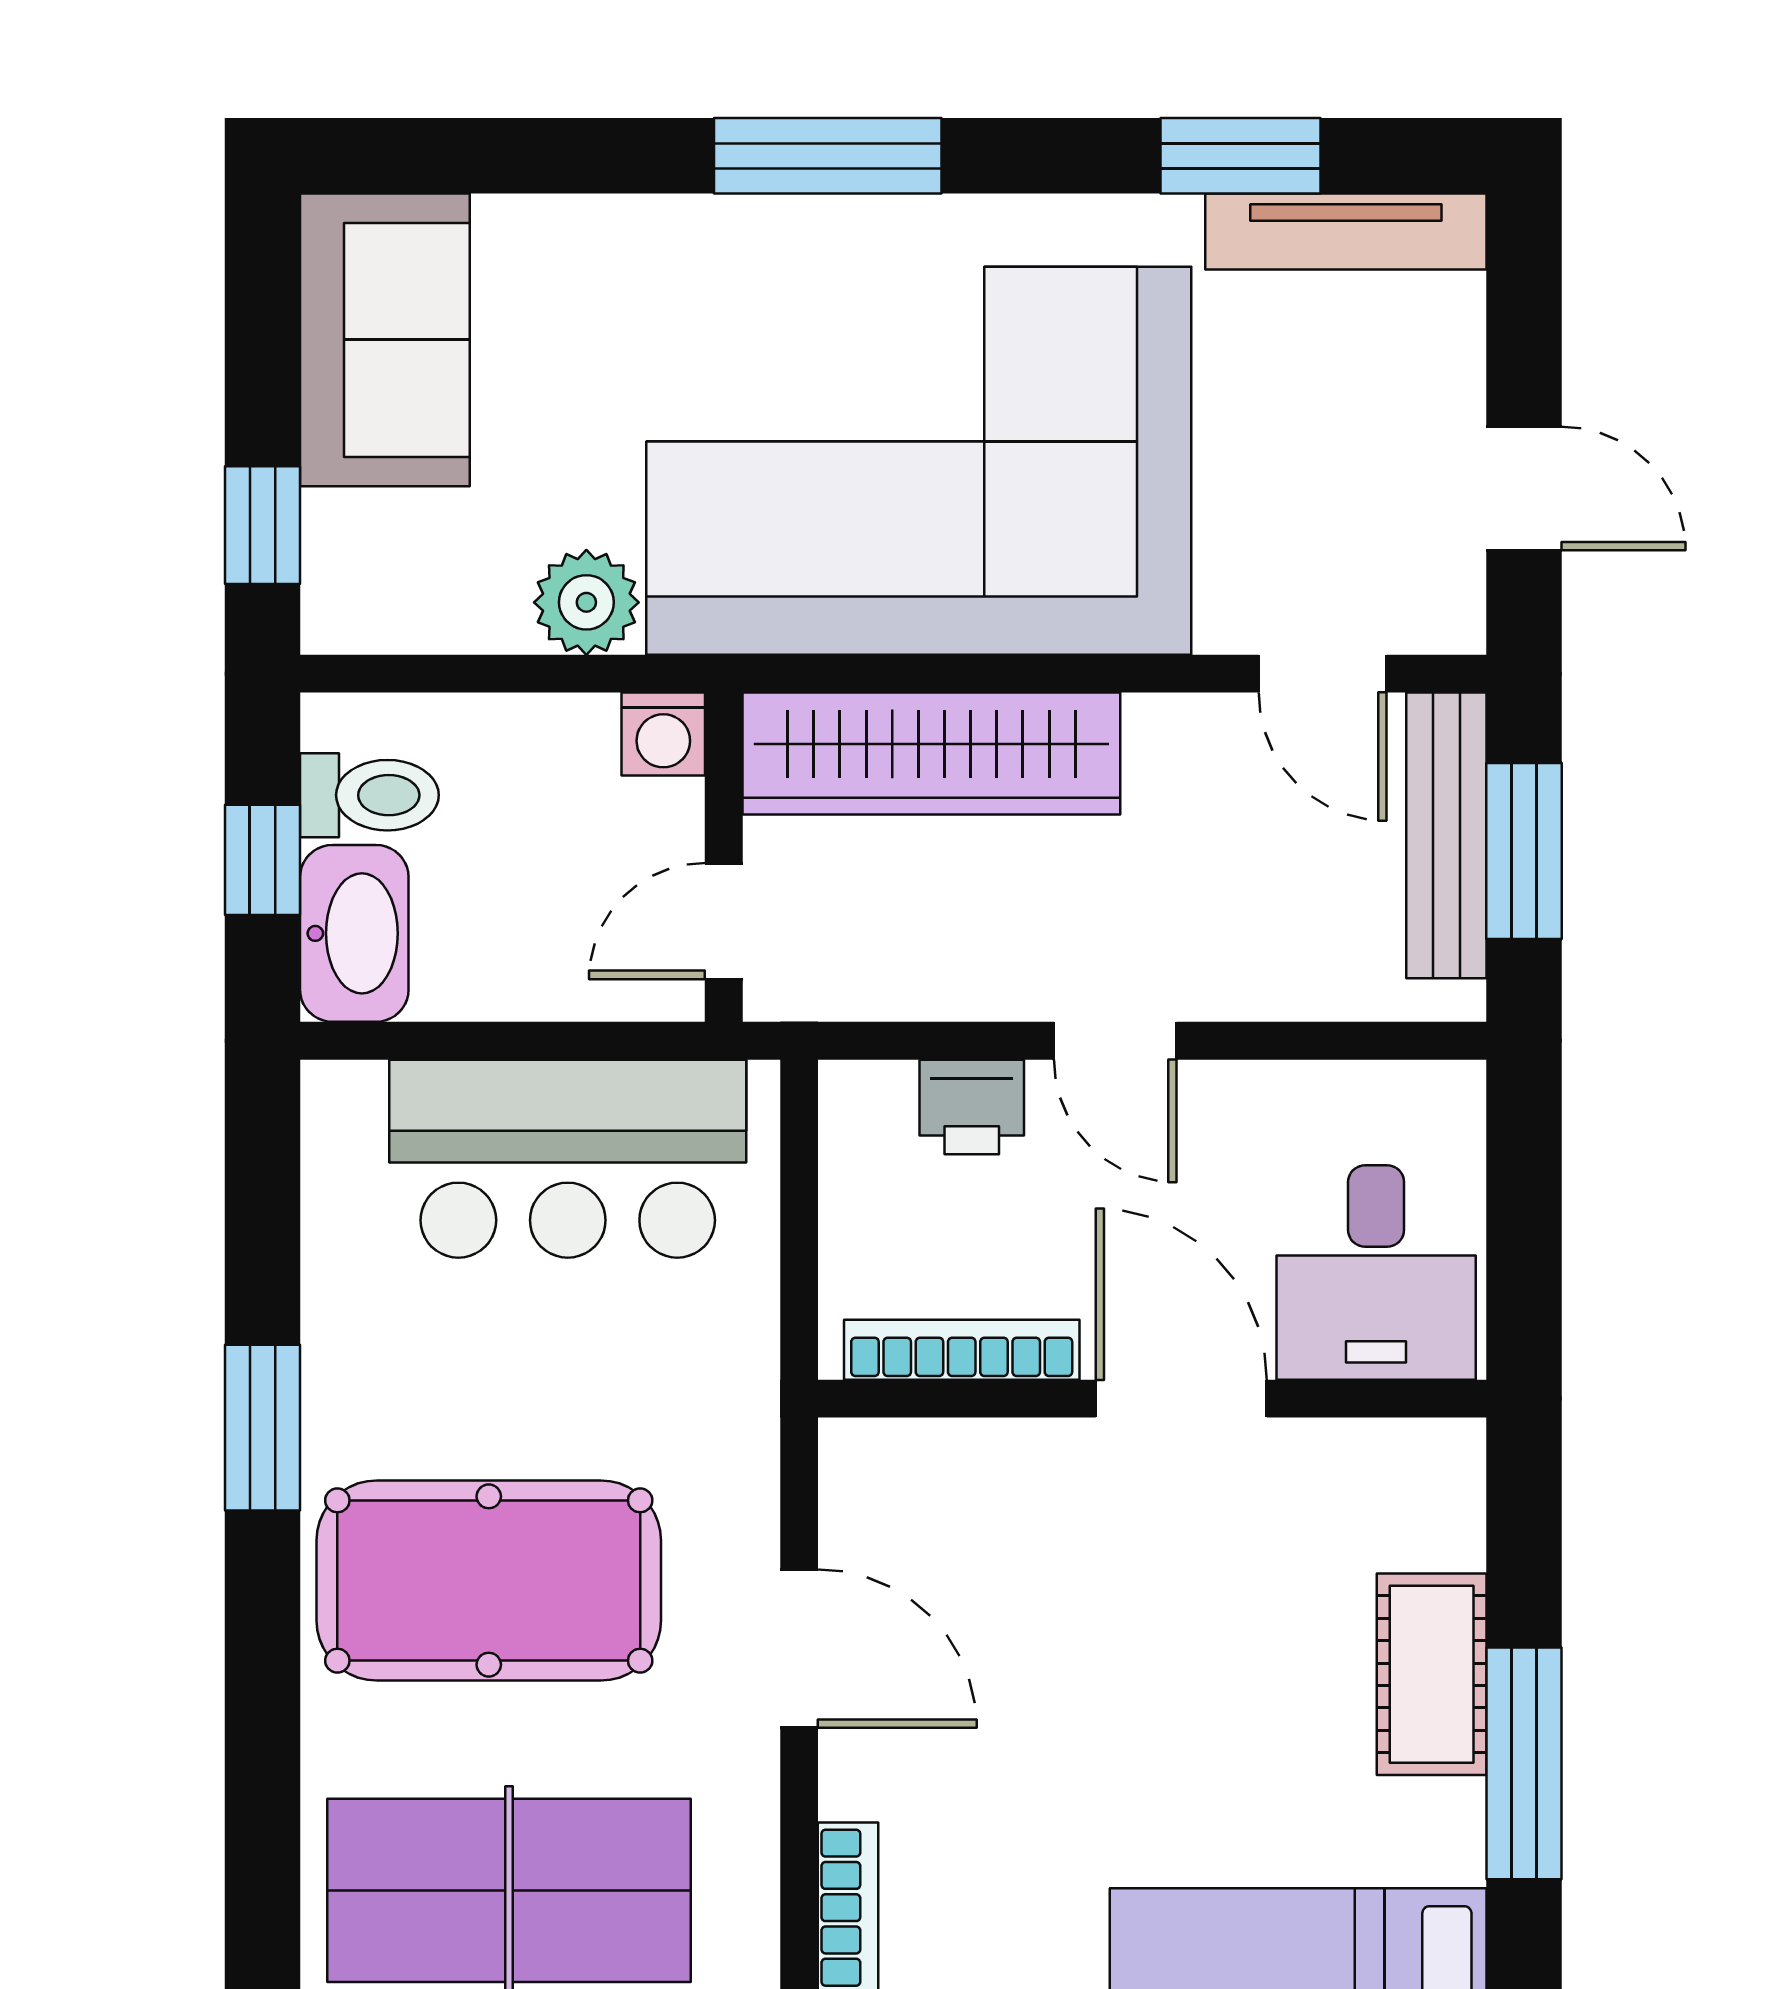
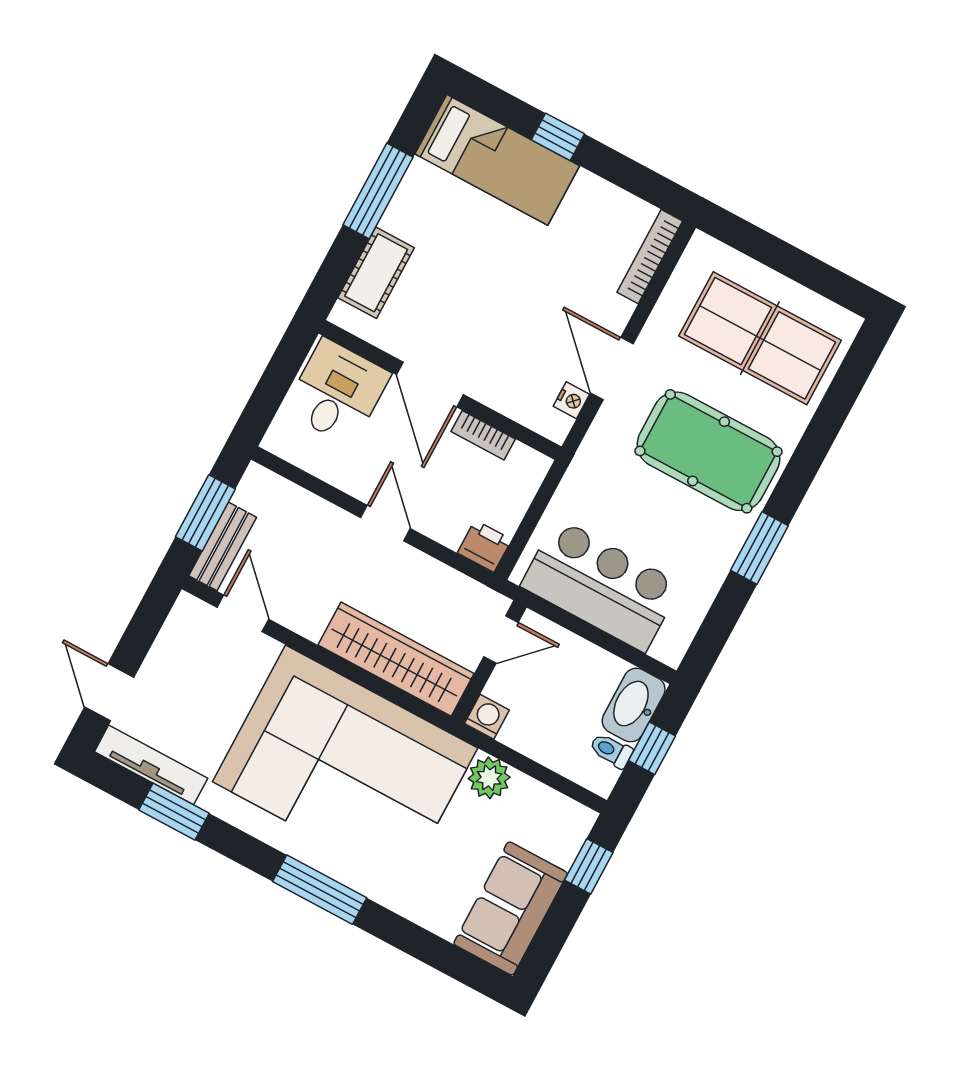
door: (1524, 489) -> (109, 692), moved
toilet: (369, 795) -> (611, 750), width x0.73, depth x0.72
bench: (1446, 835) -> (223, 546), width x0.73
printer: (972, 1107) -> (484, 546), moved
bookcase: (962, 1350) -> (483, 435), width x0.64
nightstand: (851, 1531) -> (571, 400), added
cot: (1432, 1674) -> (376, 273), moved

